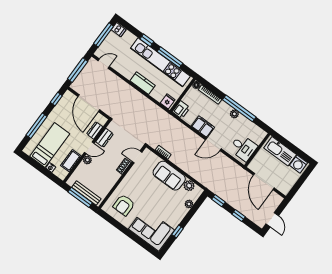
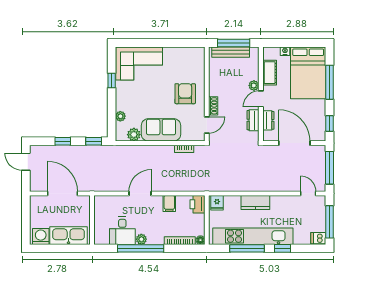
door: (104, 64) -> (308, 193), swing flipped
filing cabinet: (203, 127) -> (169, 203), width x0.50
bed: (50, 145) -> (308, 73), width x1.50
desk: (243, 148) -> (122, 231), moved, turned -90
armchair: (124, 205) -> (185, 94), moved

